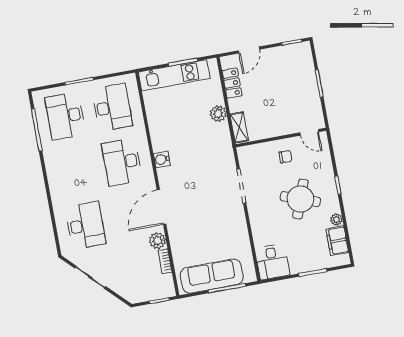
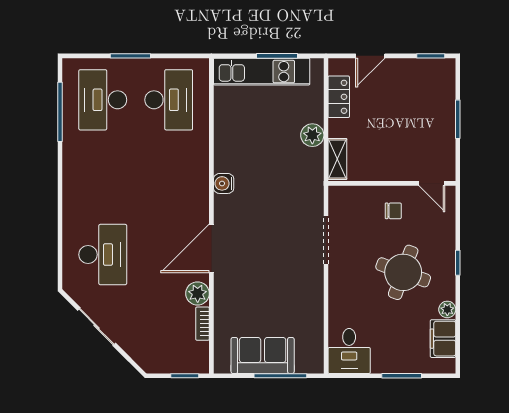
desk: (122, 162) -> (169, 177), removed
sofa: (212, 276) -> (263, 355), width x0.73

